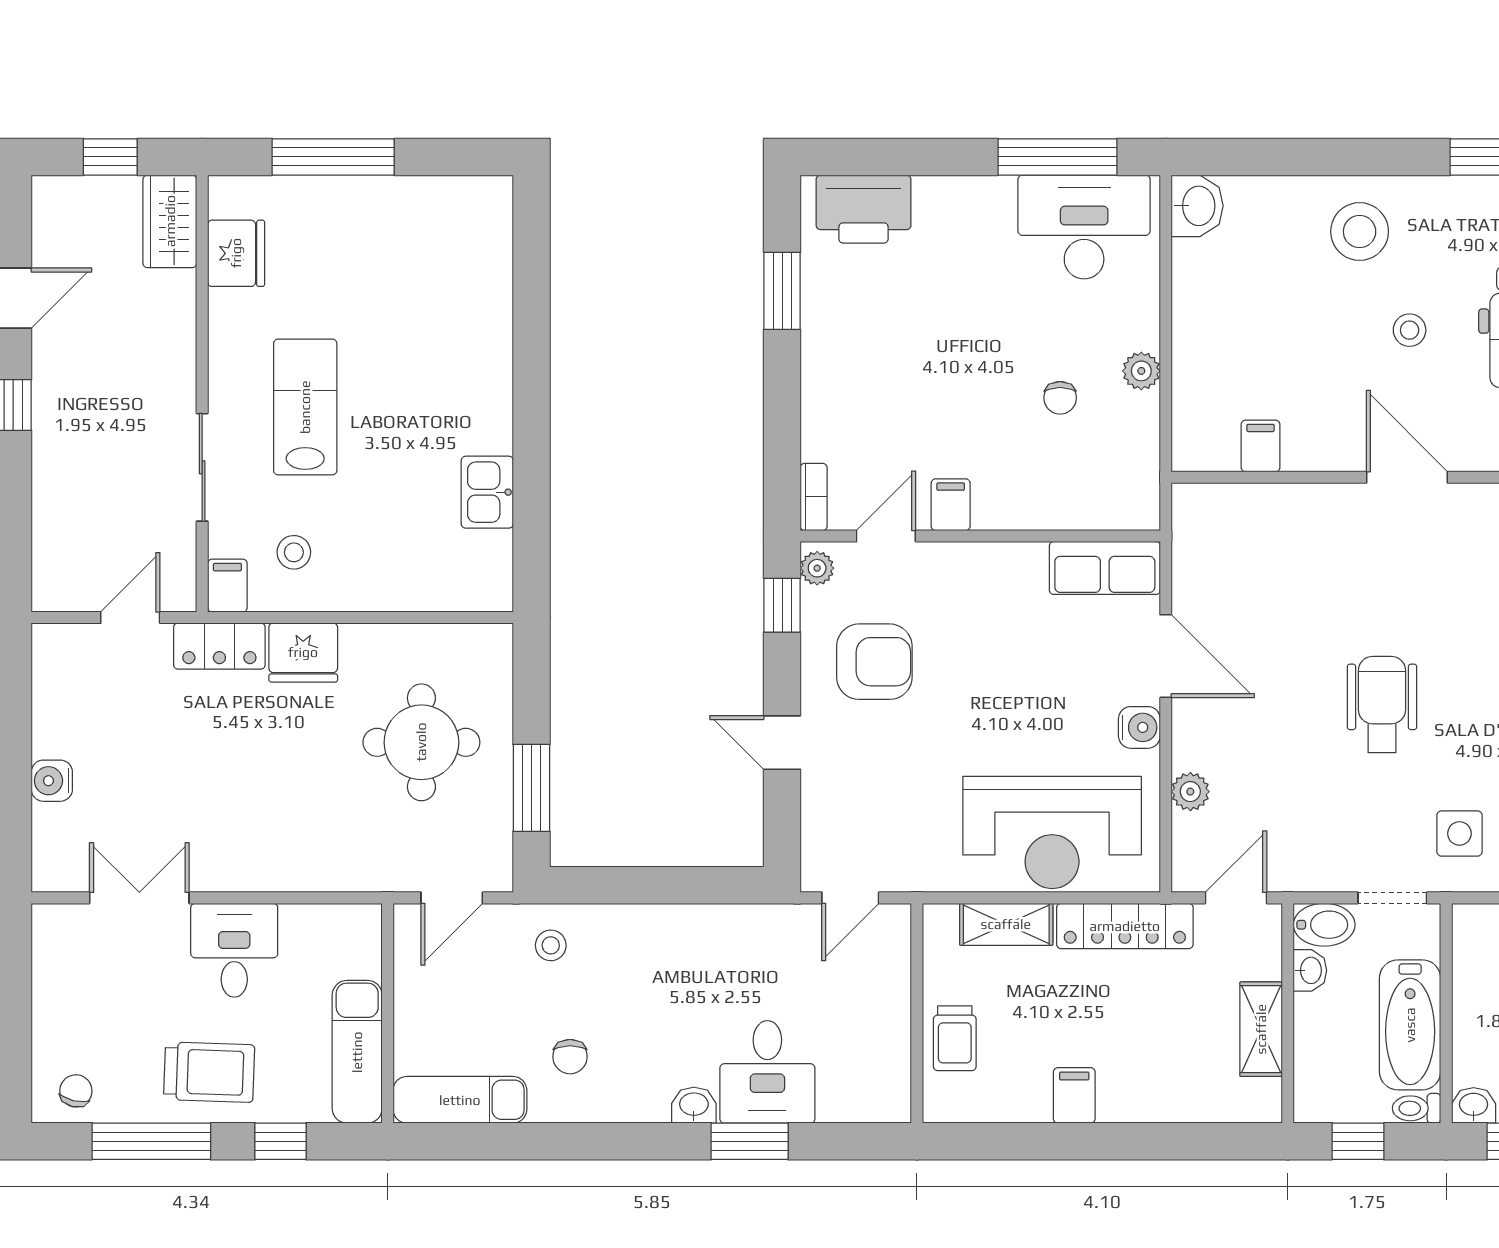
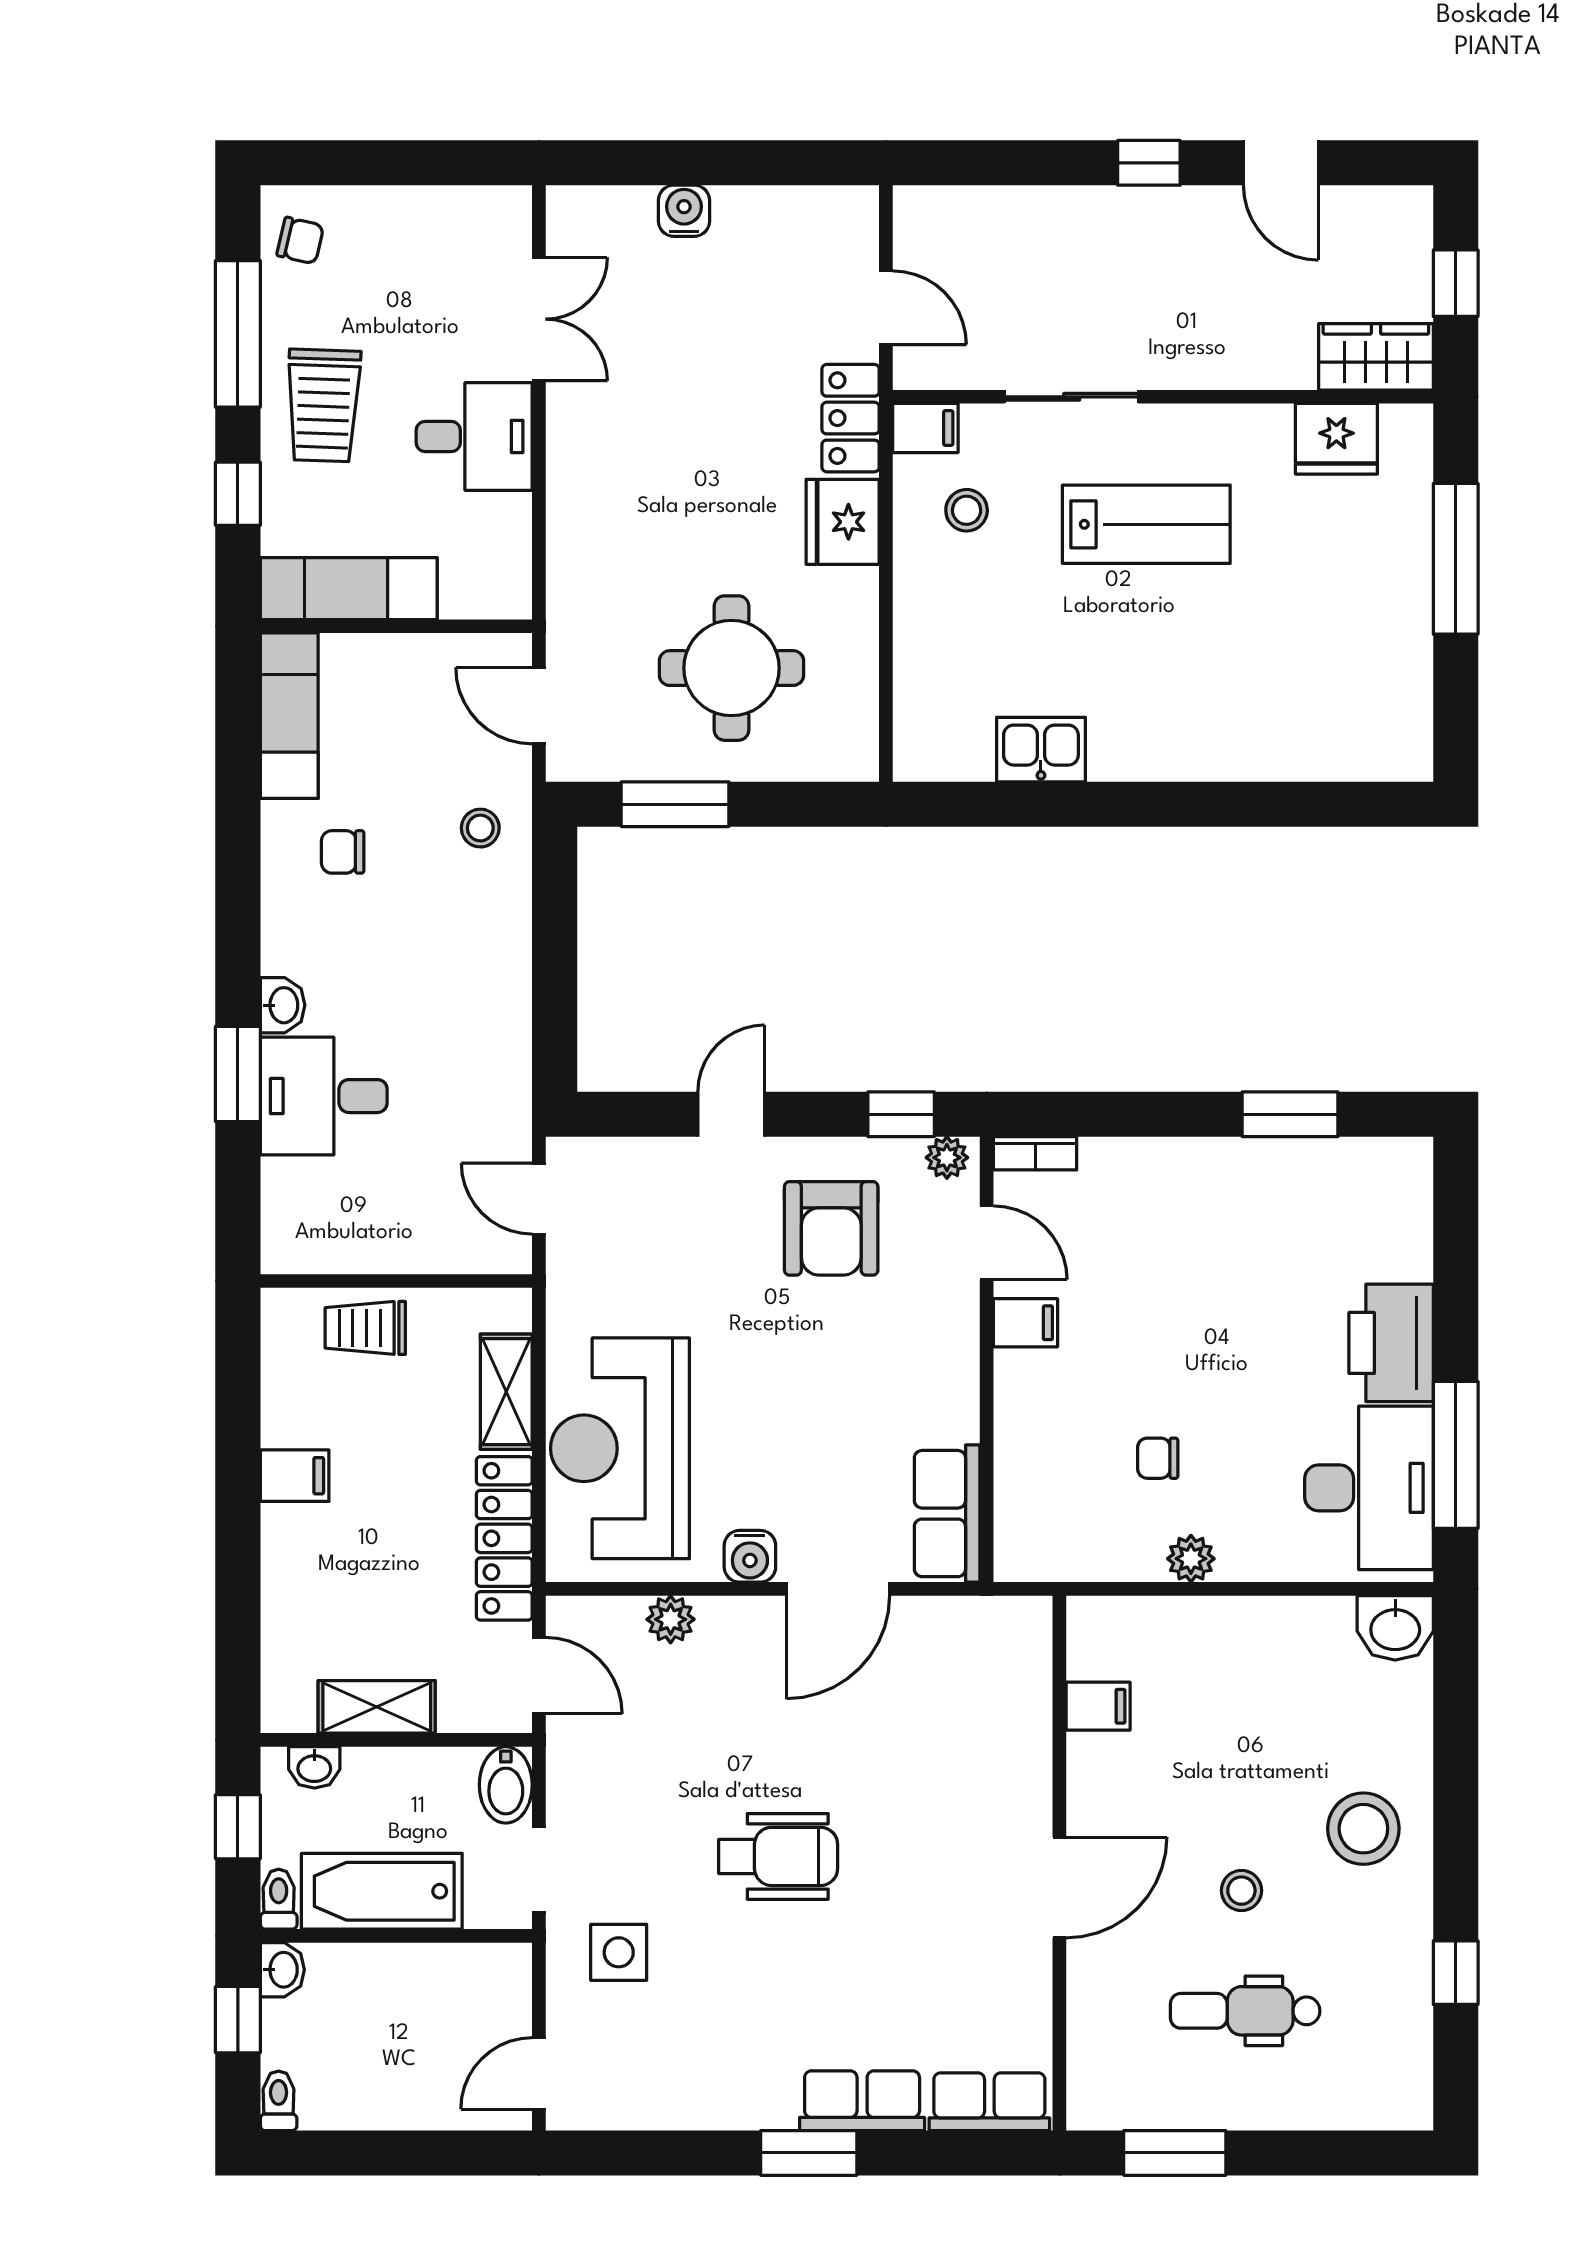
printer: (864, 209) -> (1391, 1343), moved
washbasin: (1310, 970) -> (314, 1767), moved

